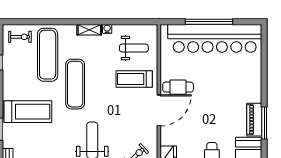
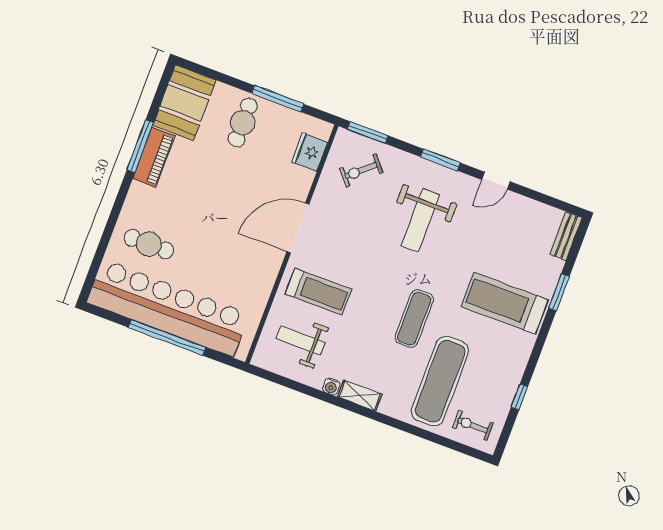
exercise mat: (75, 84) -> (414, 319), width x0.73, depth x0.69
cafe table: (178, 87) -> (149, 244), moved

